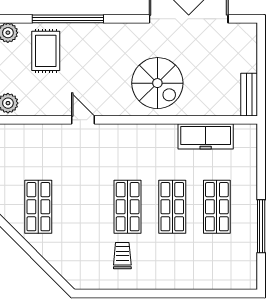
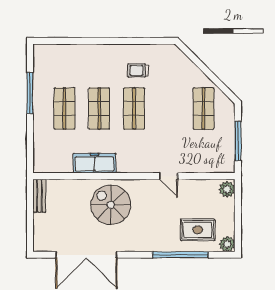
rug: (46, 51) -> (198, 230), turned 90
freezer: (206, 136) -> (94, 163), moved
trolley: (122, 256) -> (138, 70), turned 90

